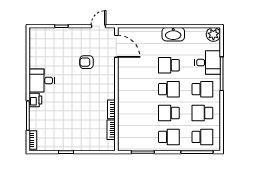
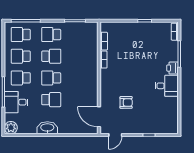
school desk: (202, 113) -> (21, 56), turned 180

